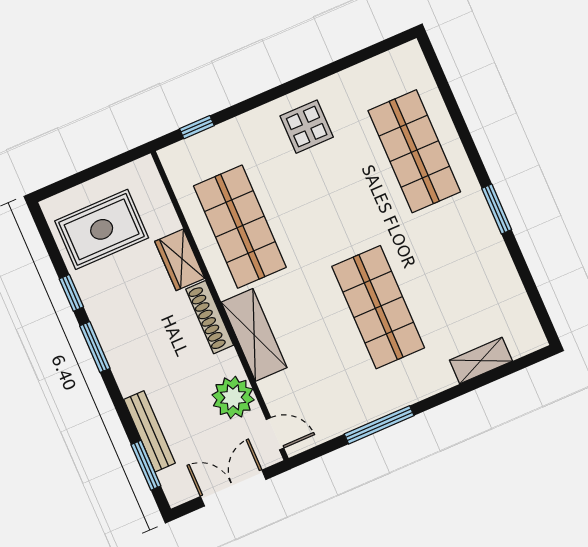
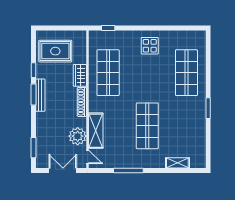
shelving: (254, 335) -> (96, 131), moved
bench: (149, 431) -> (40, 95), moved

